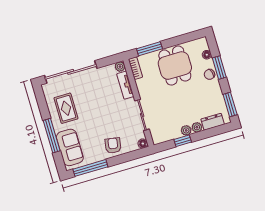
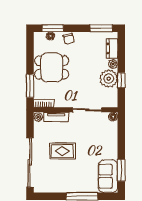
window: (219, 68) -> (53, 28), moved
rug: (66, 108) -> (62, 151), moved
plant: (186, 130) -> (109, 79), width x1.87, depth x1.87
armchair: (113, 145) -> (107, 144), removed
sofa: (70, 147) -> (108, 176), moved, turned -90
window: (90, 168) -> (121, 170), width x0.69

